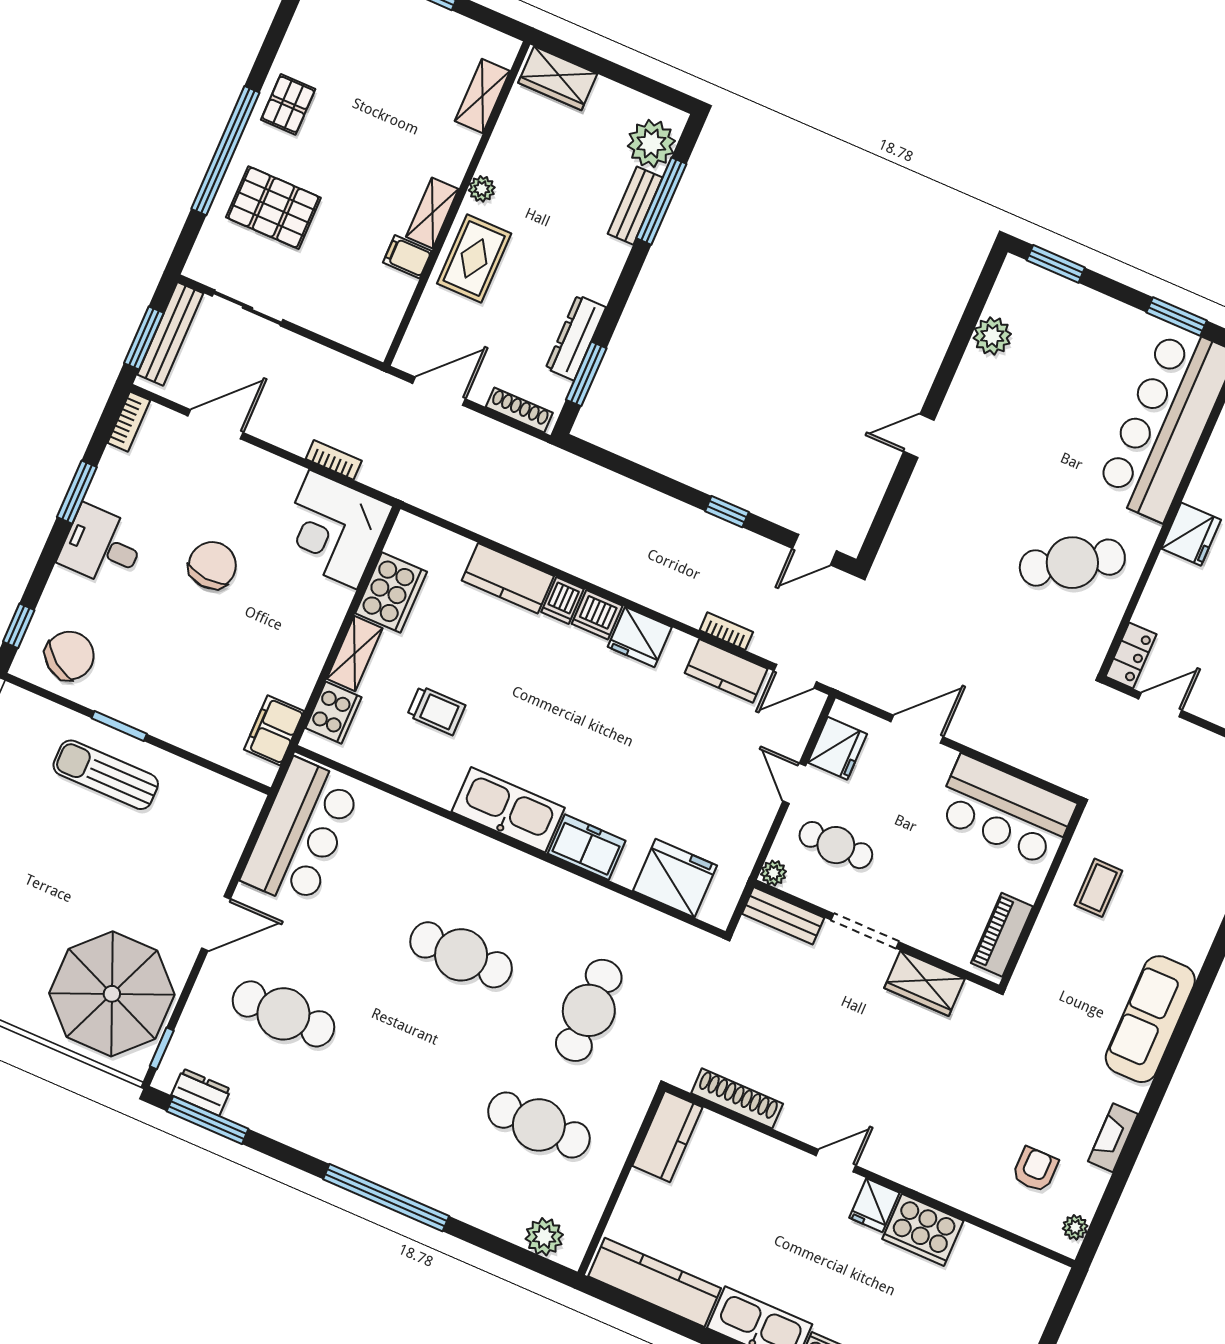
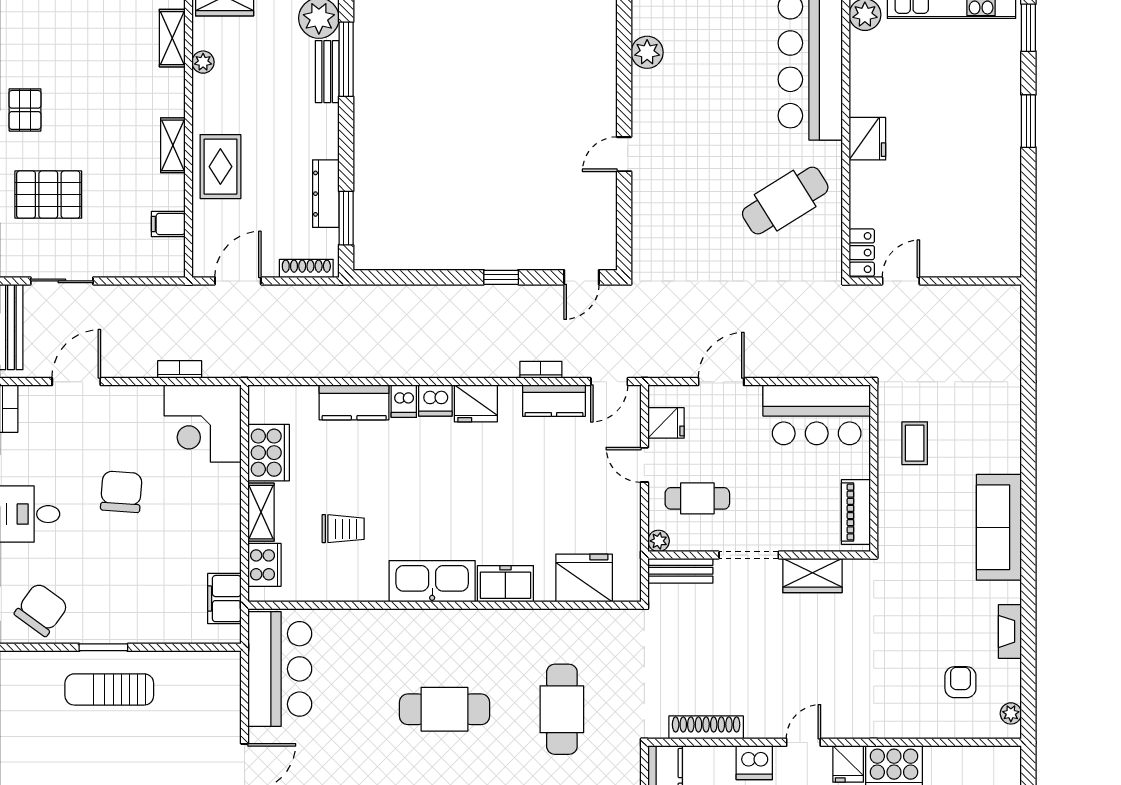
plant: (482, 189) -> (203, 62), moved
filing cabinet: (407, 257) -> (168, 224), moved
fridge: (837, 748) -> (666, 423), width x0.72
dishwasher: (773, 1159) -> (754, 763), added

